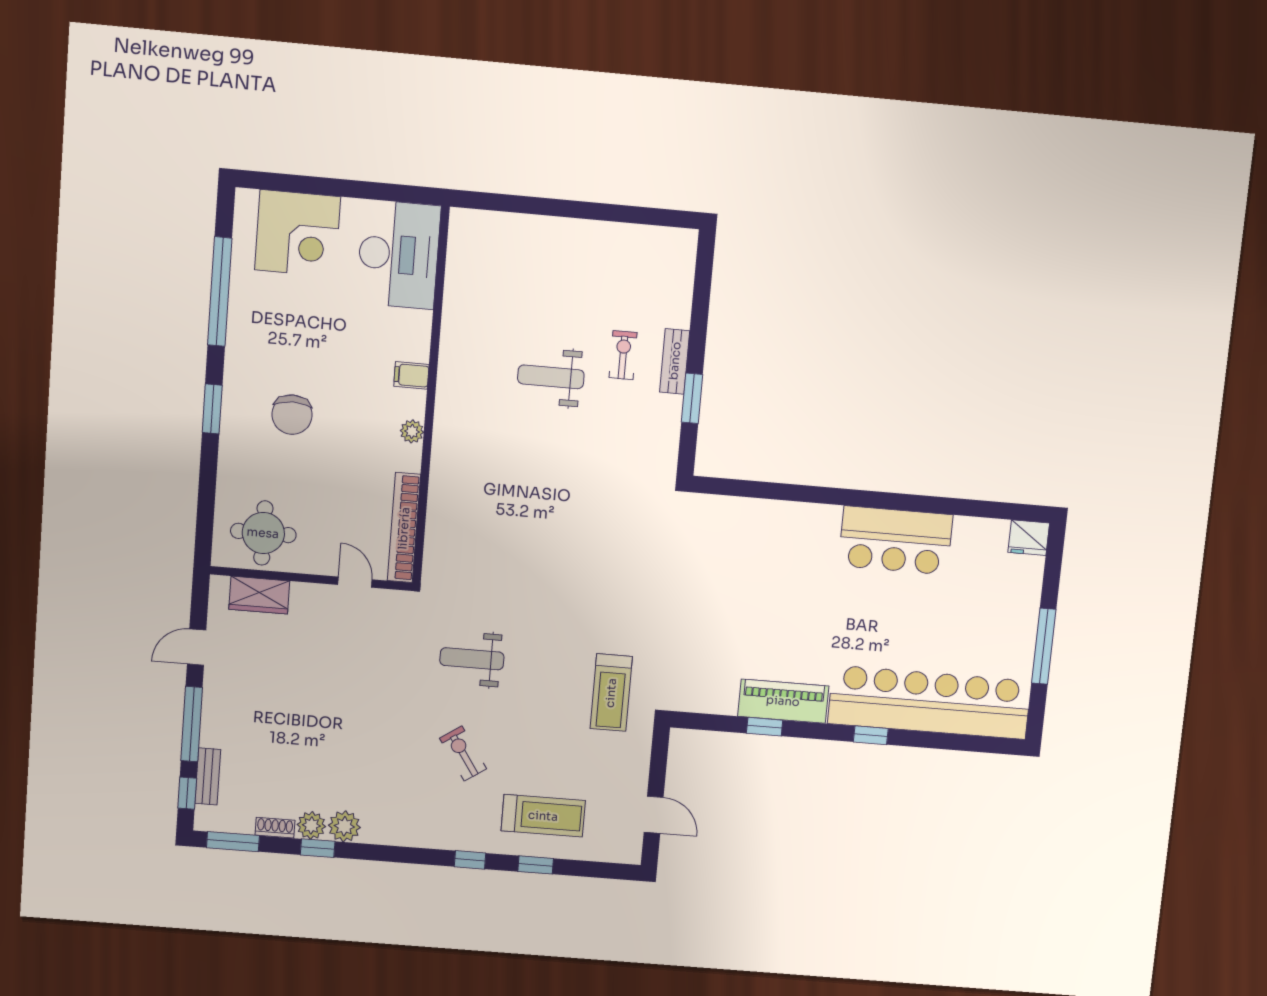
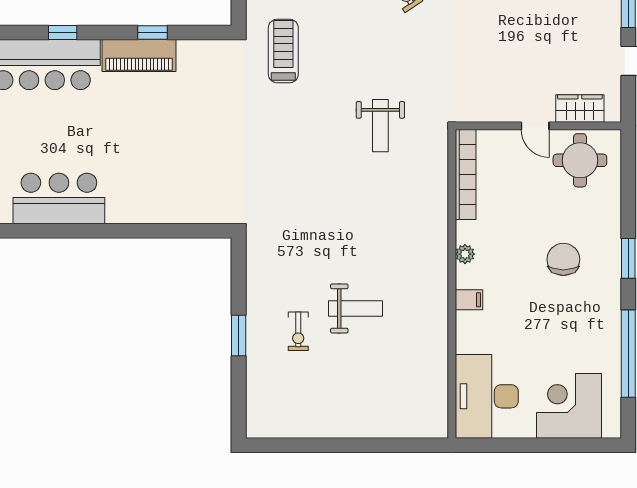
bench: (675, 361) -> (256, 330), removed
window: (692, 398) -> (239, 336), moved
door: (355, 582) -> (535, 126), moved
weight bench: (472, 659) -> (380, 126), moved, turned 90

